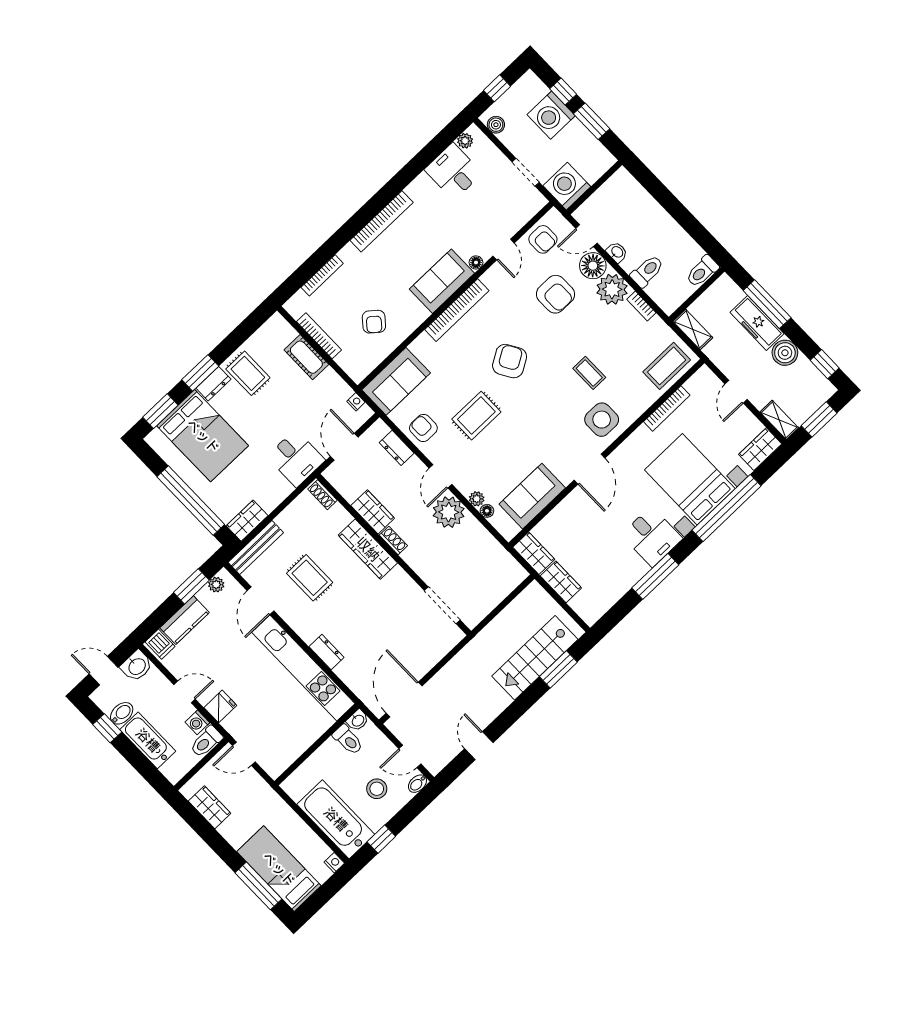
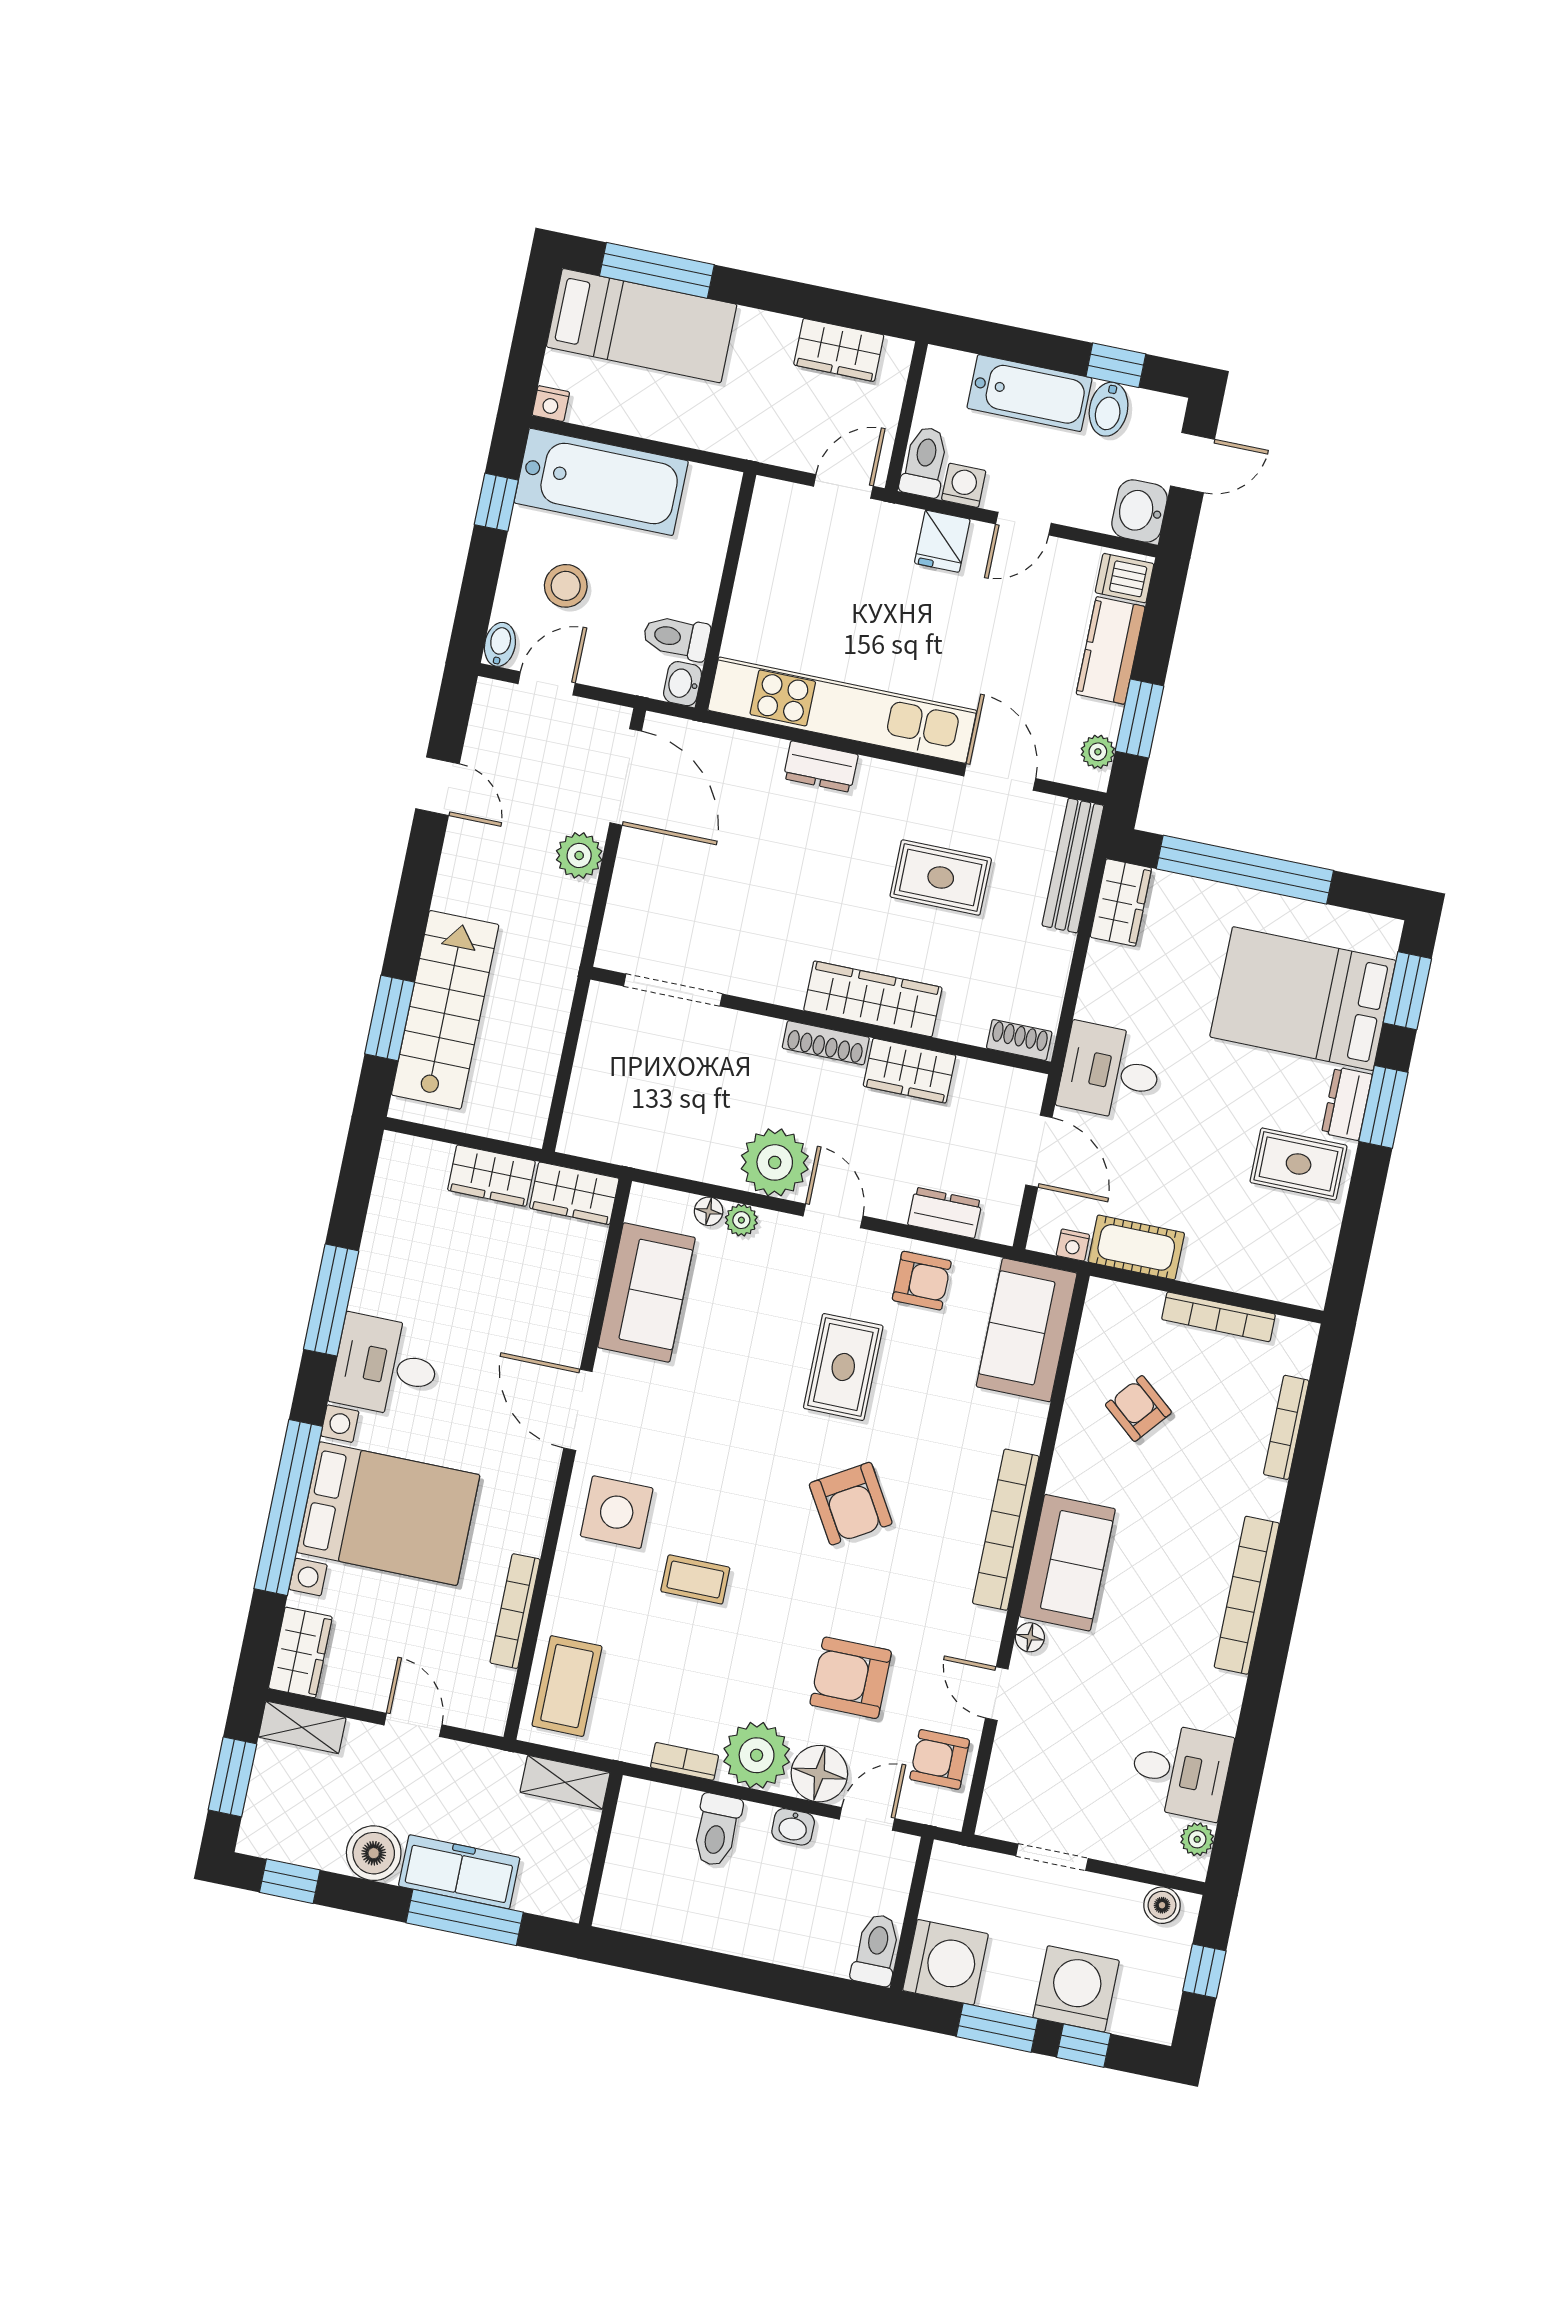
washing machine: (567, 186) -> (946, 1962), moved
toilet: (702, 271) -> (876, 1950), moved
cot: (306, 357) -> (1136, 1247), moved
shoe rack: (393, 540) -> (826, 1043), width x1.43
plant: (443, 682) -> (579, 855), added

